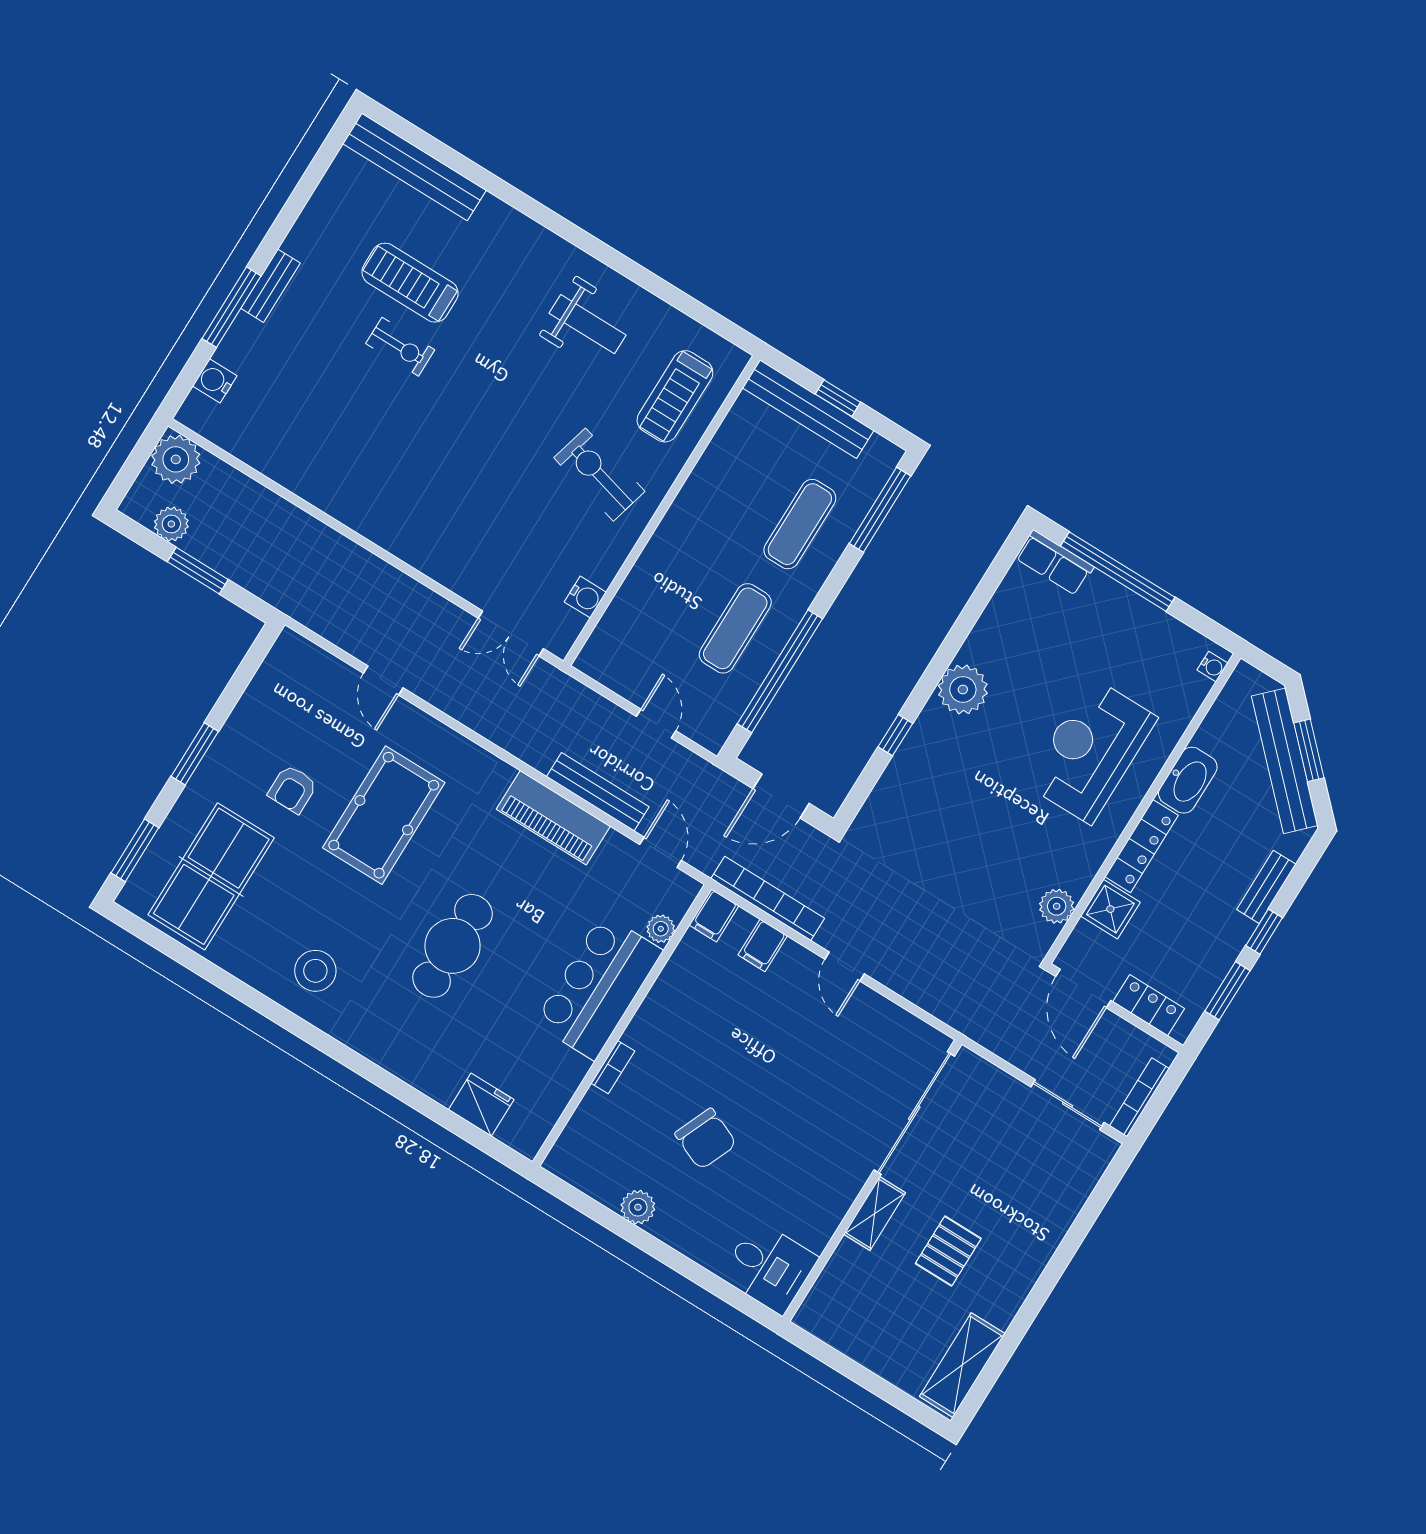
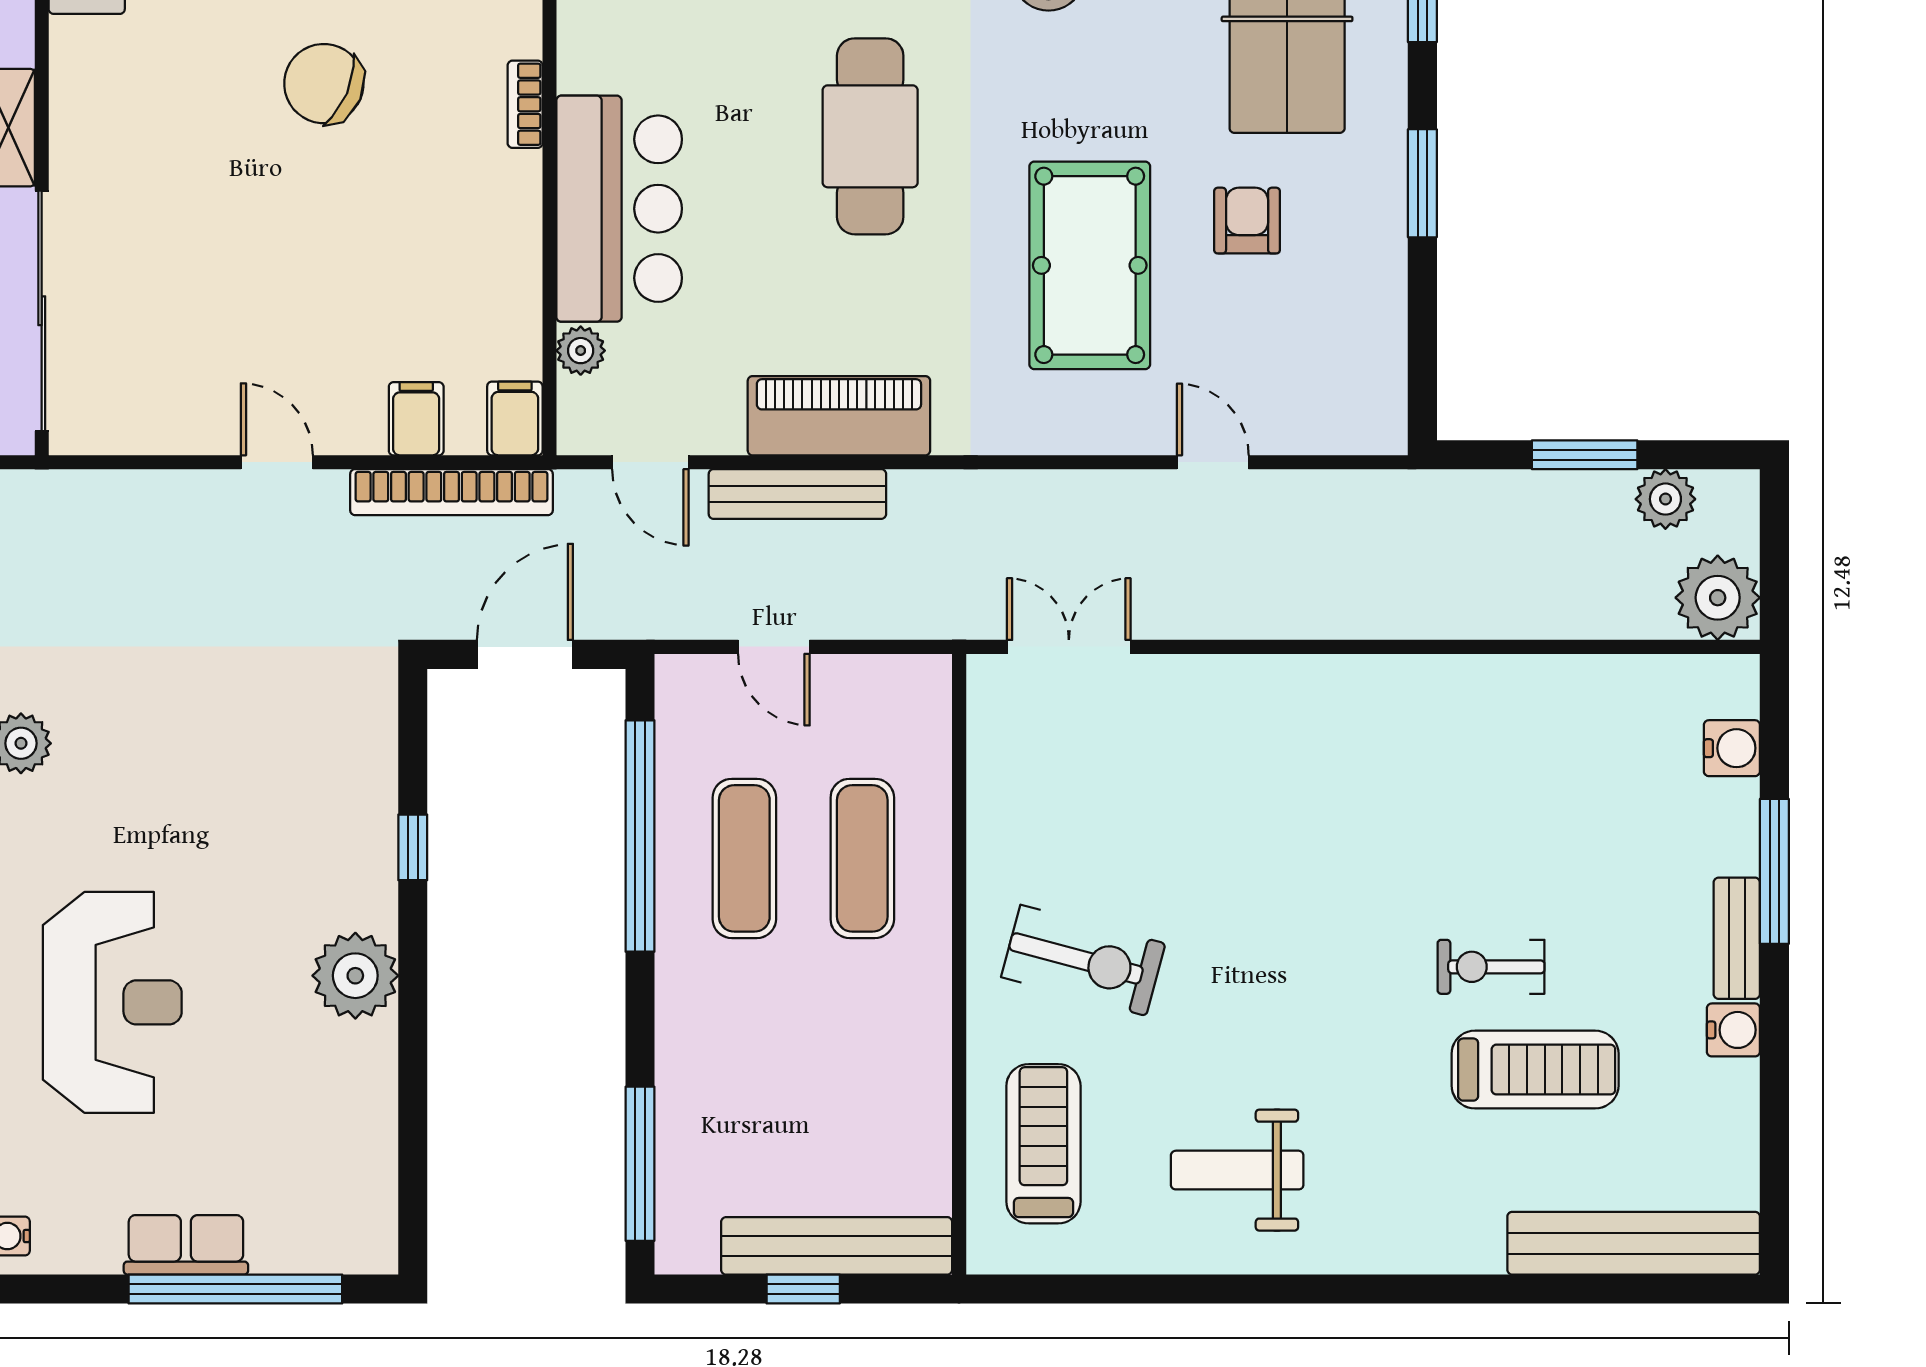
exercise mat: (800, 524) -> (862, 858), moved
row of seats: (1055, 563) -> (186, 1245), moved
water cooler: (585, 597) -> (1733, 1030), moved, turned 180

